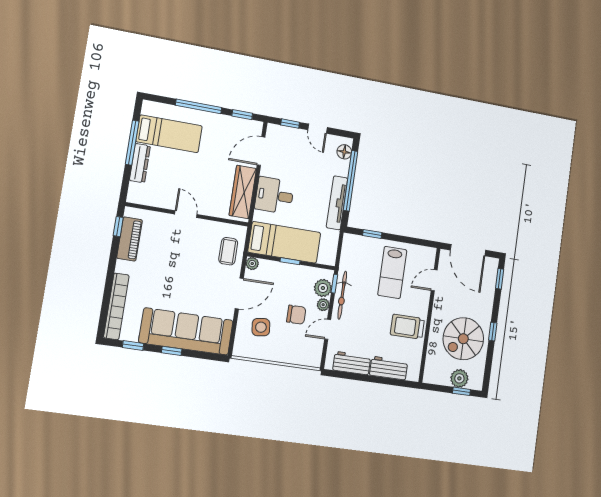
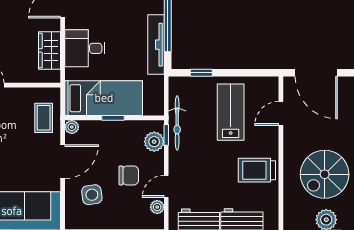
wardrobe: (243, 192) -> (49, 50), width x0.67
lab bench: (392, 272) -> (231, 112), turned 180
bicycle: (342, 295) -> (177, 123), moved
plant: (323, 305) -> (157, 207), moved

